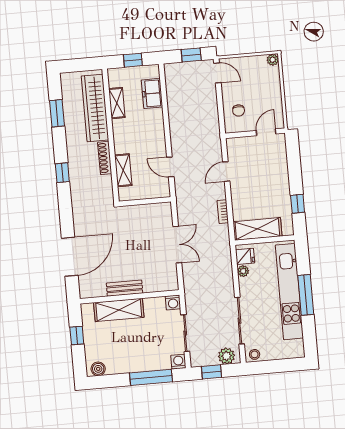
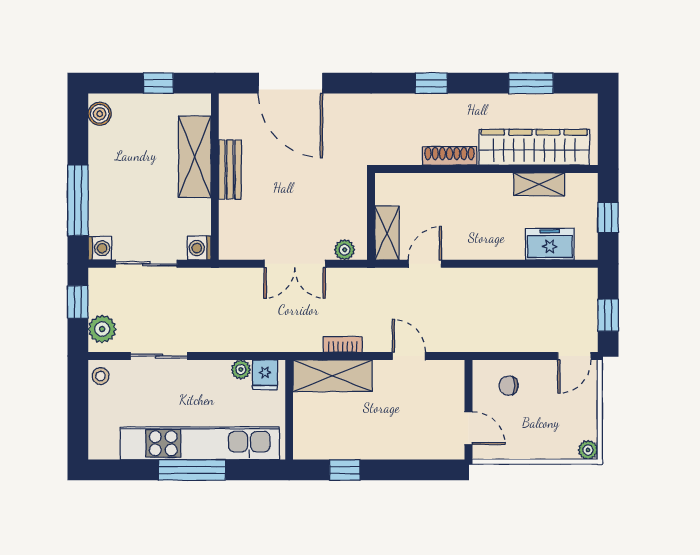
shelving: (123, 170) -> (387, 233), moved, turned 90
plant: (166, 216) -> (345, 250), added
shelving: (257, 229) -> (333, 376), moved, turned 90
sliding door: (239, 321) -> (159, 356), width x0.73

